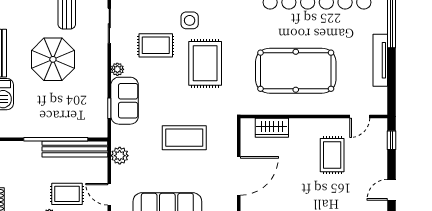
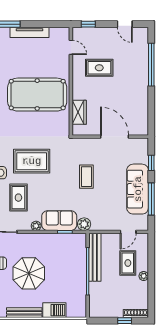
pool table: (296, 71) -> (37, 95), turned 90
coffee table: (184, 138) -> (86, 177), width x0.73, depth x0.76
plant: (120, 156) -> (84, 224), moved

